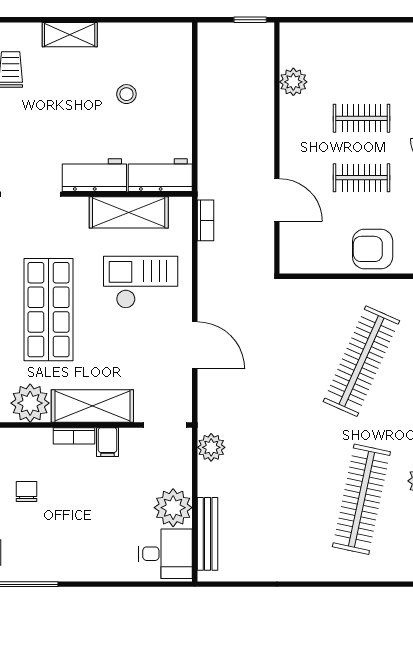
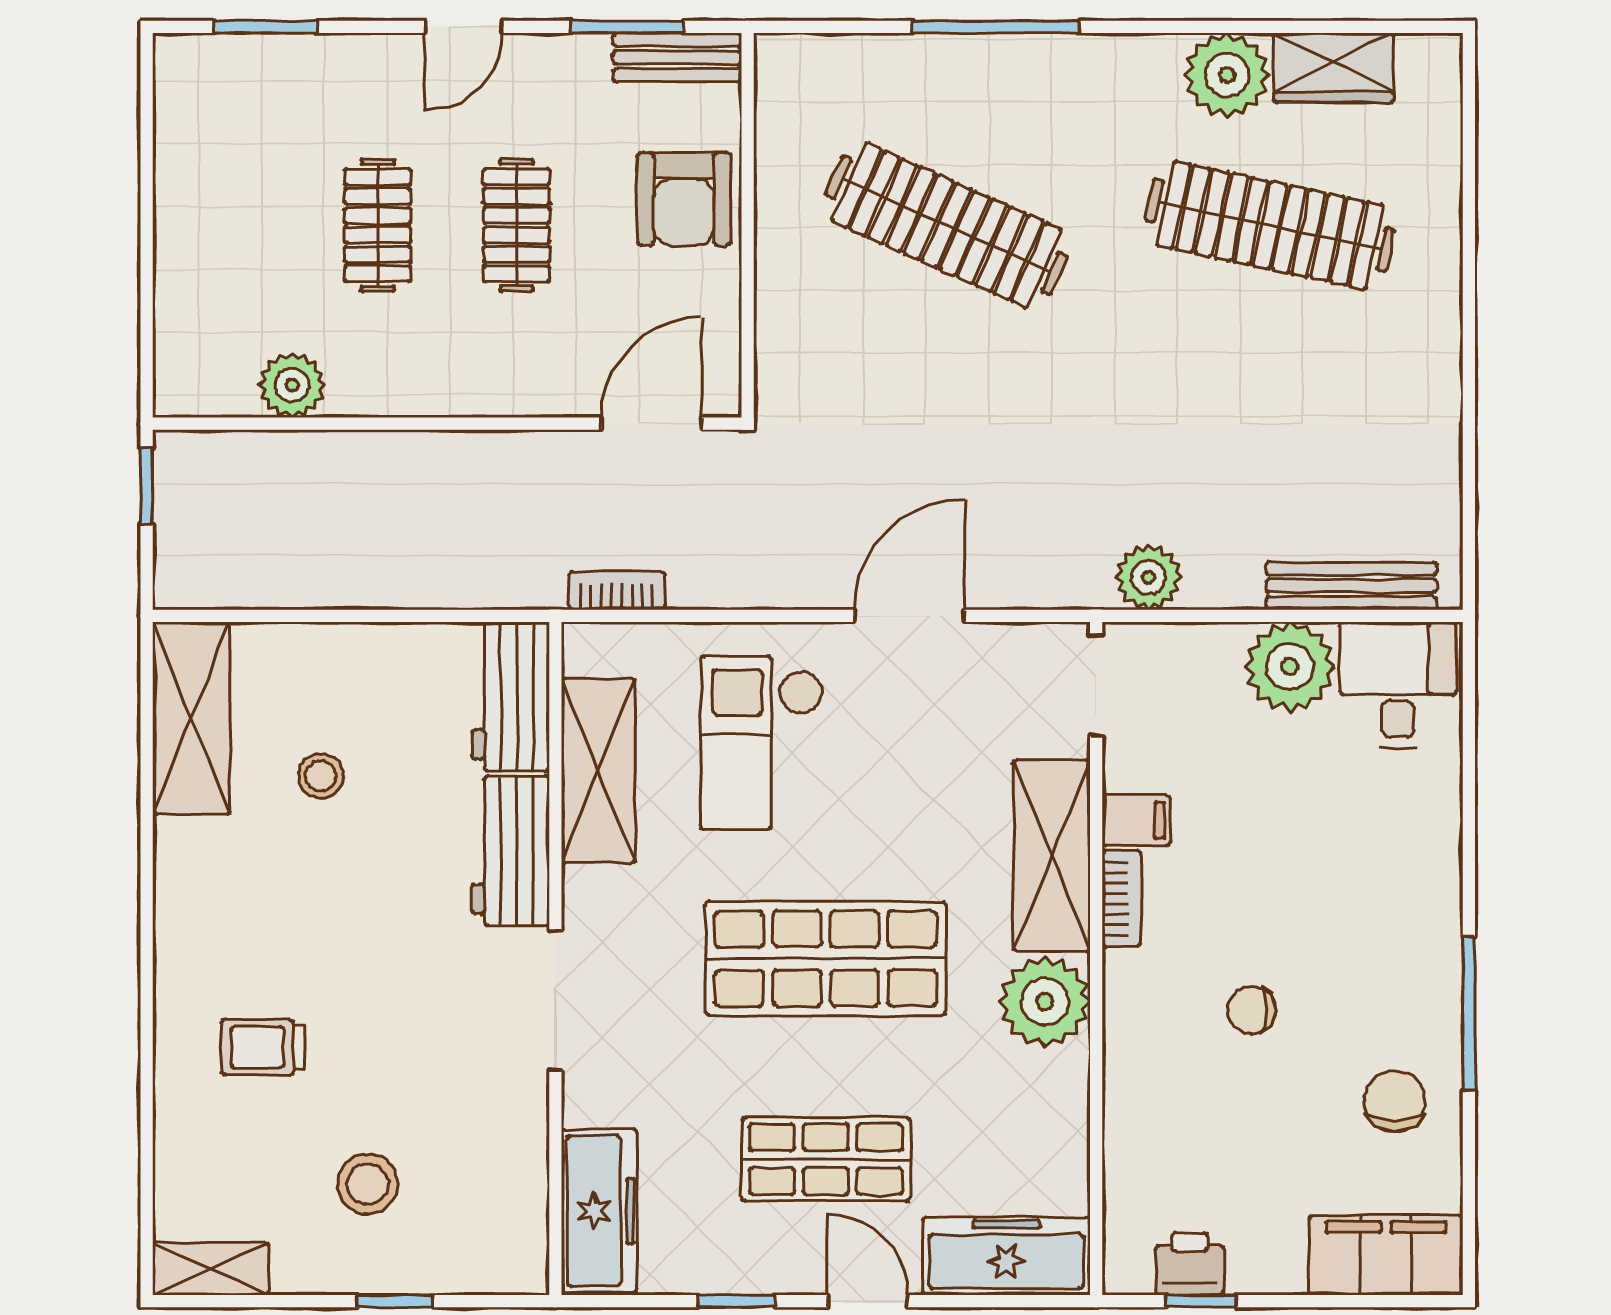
shelving: (70, 35) -> (191, 718), moved, width x1.50, depth x1.33
door: (277, 200) -> (652, 424), moved

